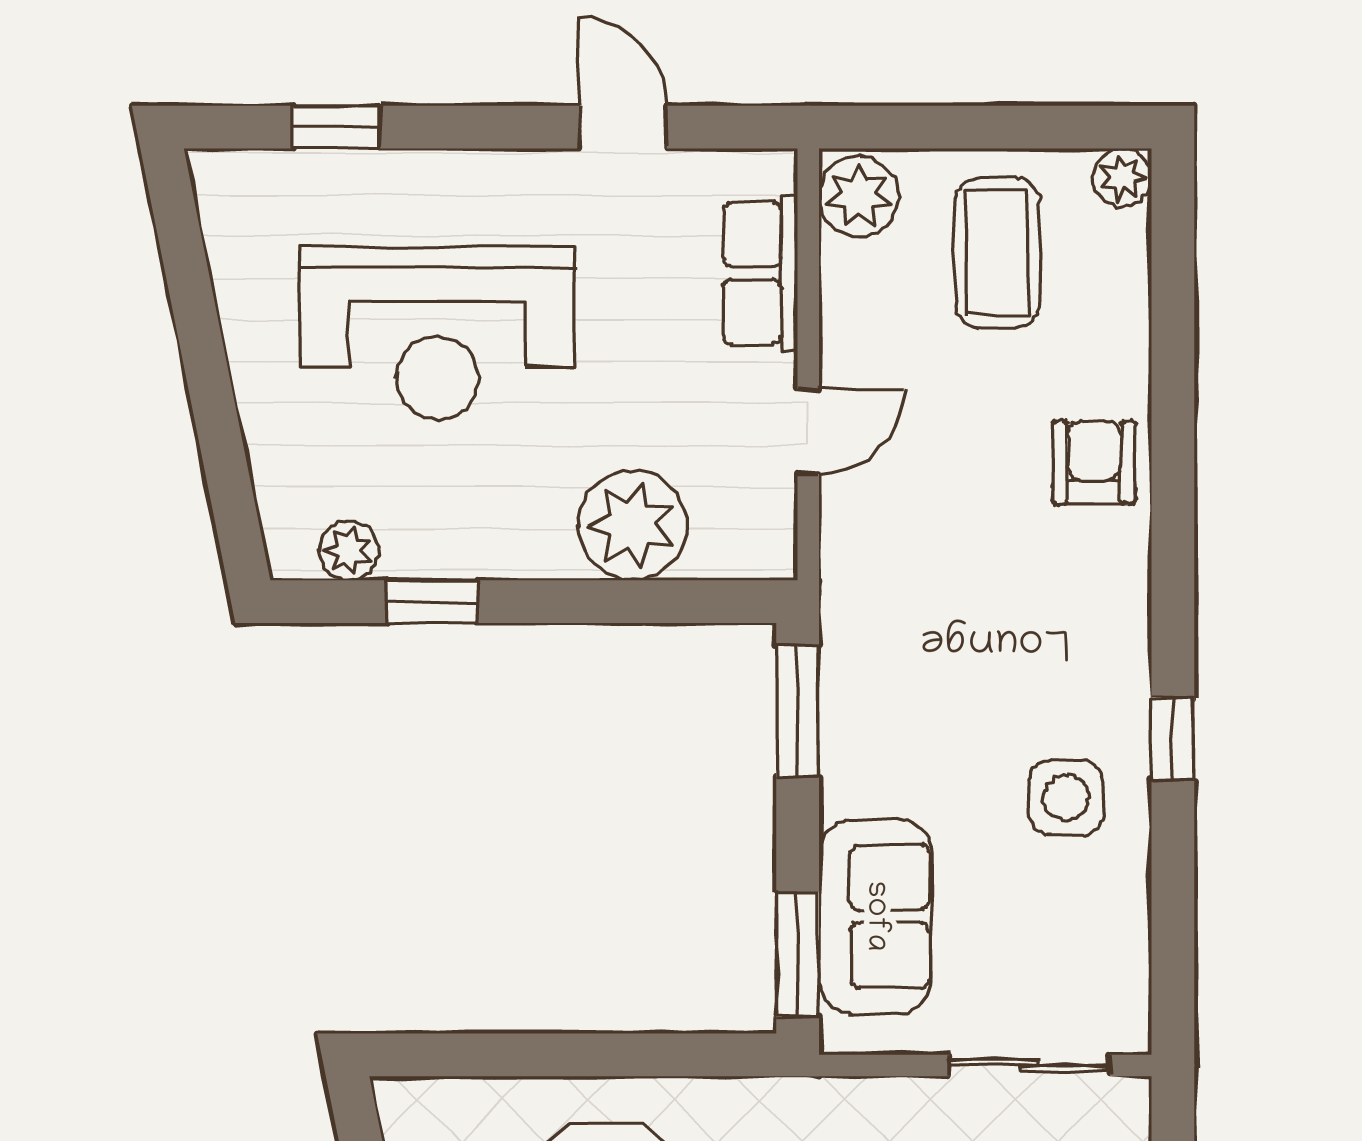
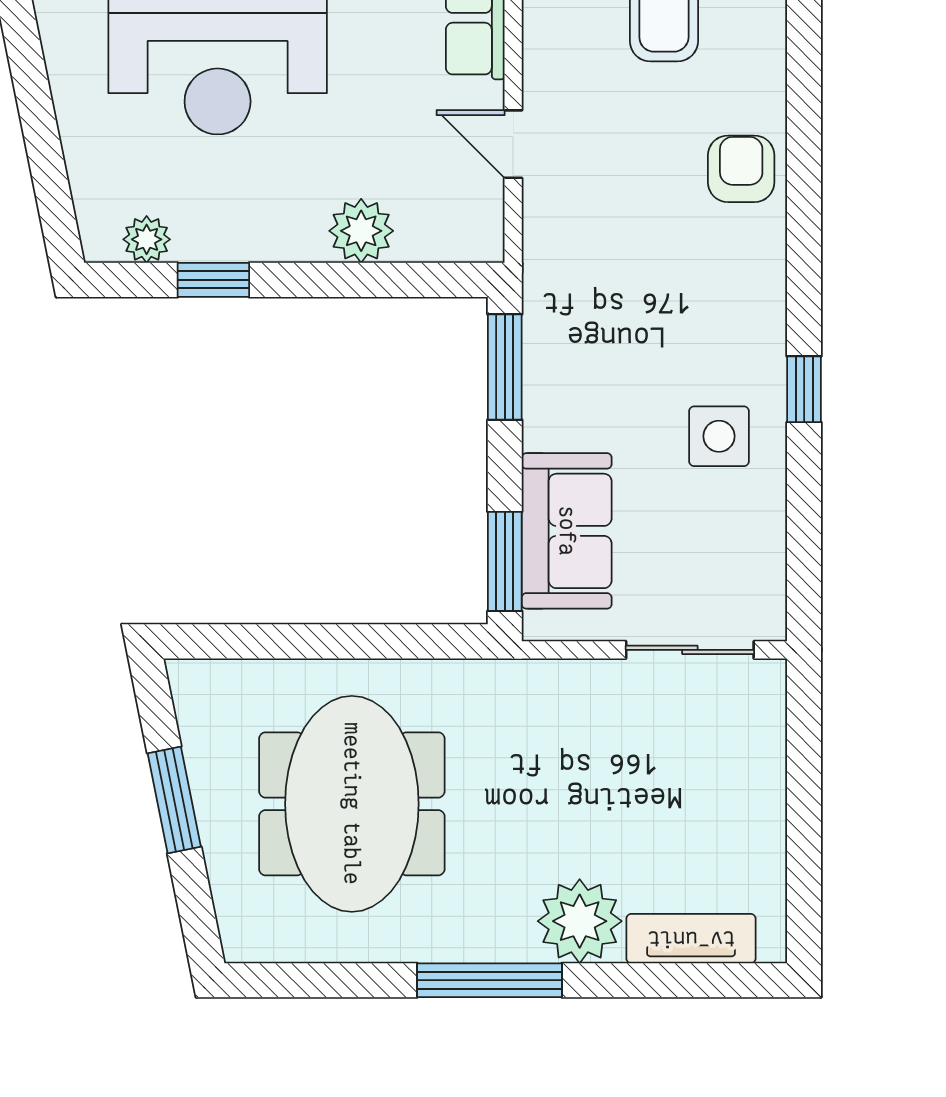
door: (808, 431) -> (513, 144), swing flipped
plant: (632, 525) -> (361, 231), width x0.73, depth x0.73

